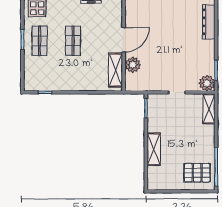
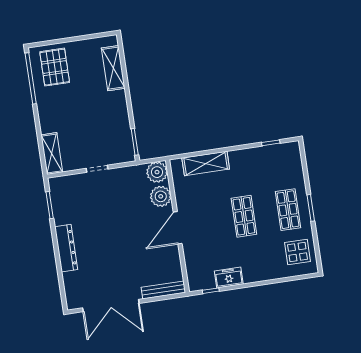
dresser: (209, 22) -> (66, 248), moved
shelving: (115, 70) -> (206, 163), moved, turned 90
plant: (207, 83) -> (157, 172), moved
shelving: (154, 149) -> (113, 68), moved
pallet: (197, 173) -> (55, 67), turned 90

